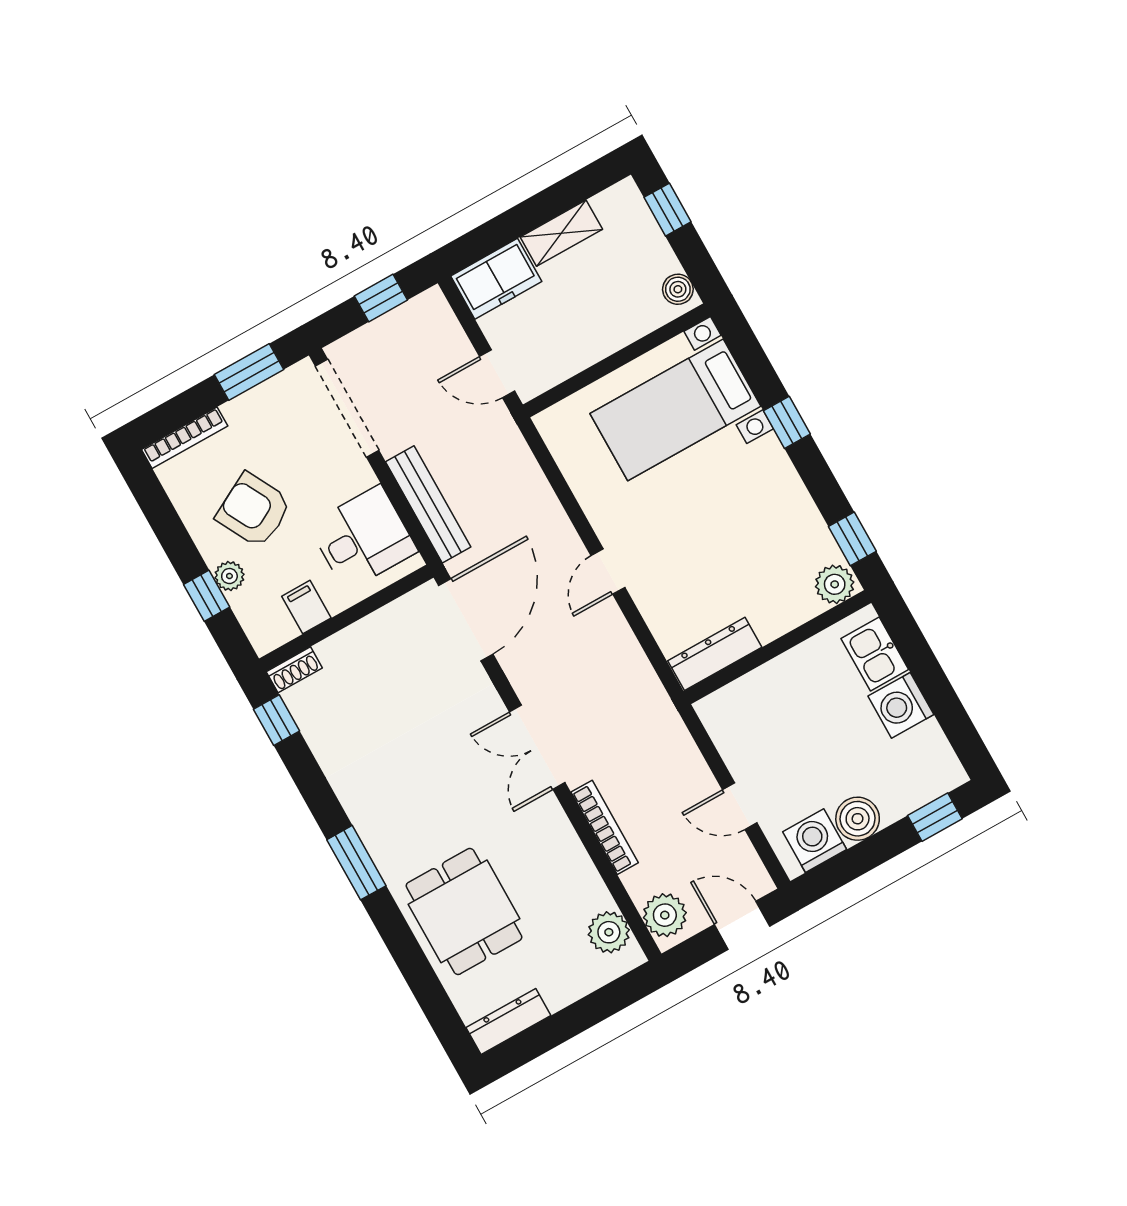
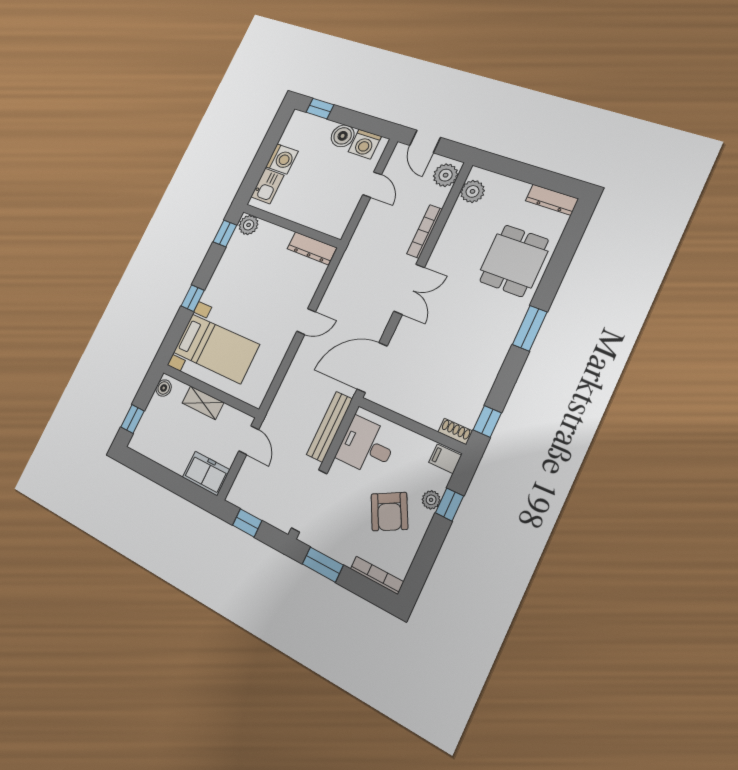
shelving: (561, 233) -> (203, 403), moved
filing cabinet: (306, 607) -> (445, 459), moved, turned 90

